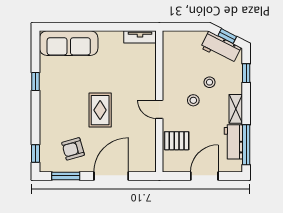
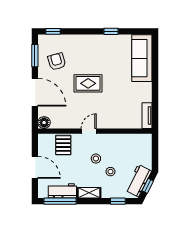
floor lamp: (149, 165) -> (44, 123), added

